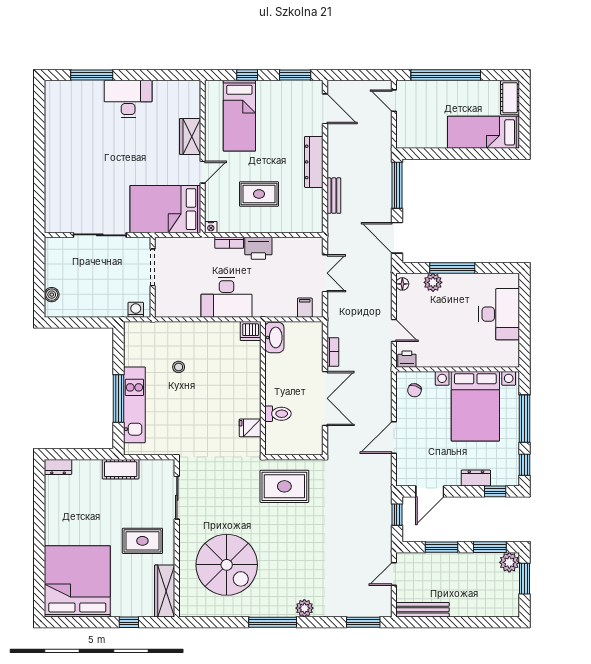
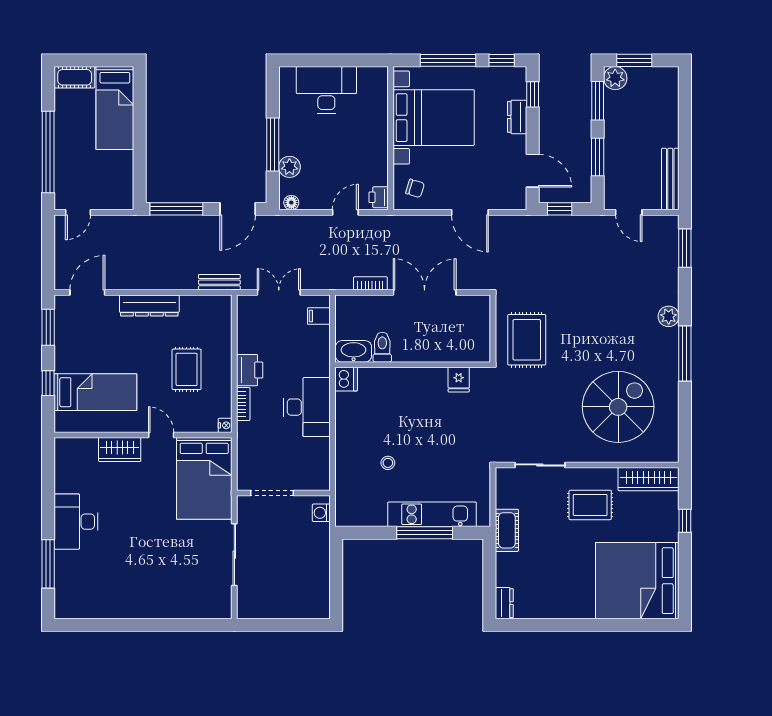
bench: (334, 196) -> (219, 282), moved
boiler: (52, 295) -> (304, 610), removed
toilet: (278, 414) -> (382, 347), moved
rug: (142, 541) -> (590, 505), turned 90

